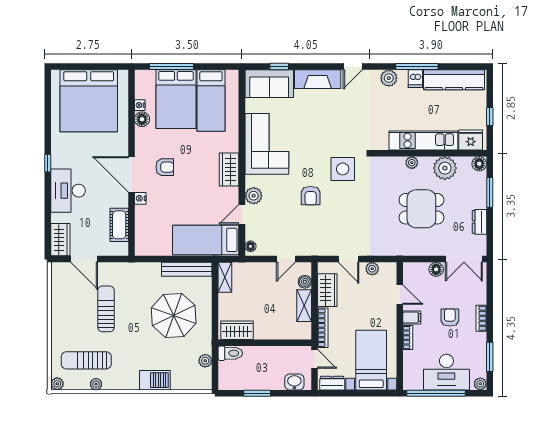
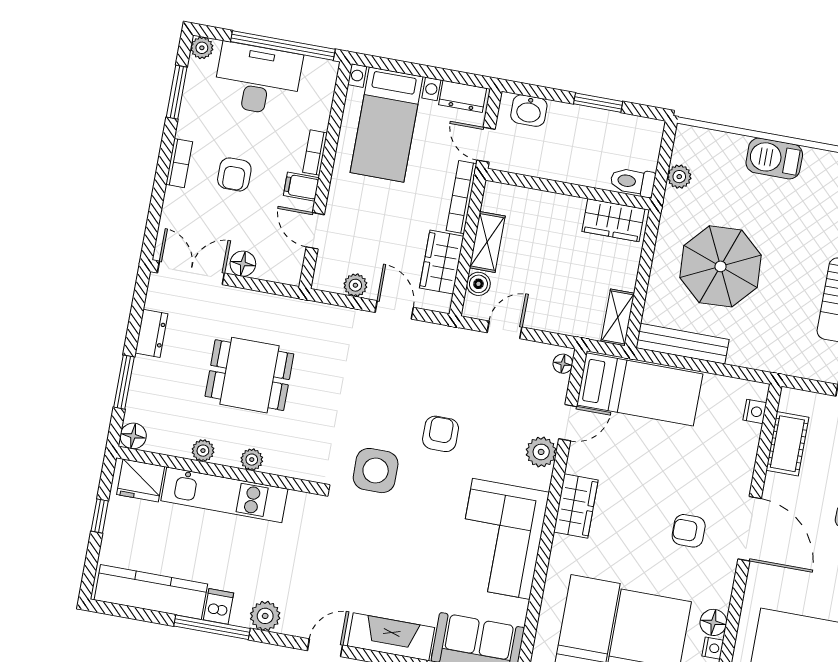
plant: (445, 168) -> (203, 451), width x0.53, depth x0.53
nightstand: (140, 198) -> (755, 411), moved

